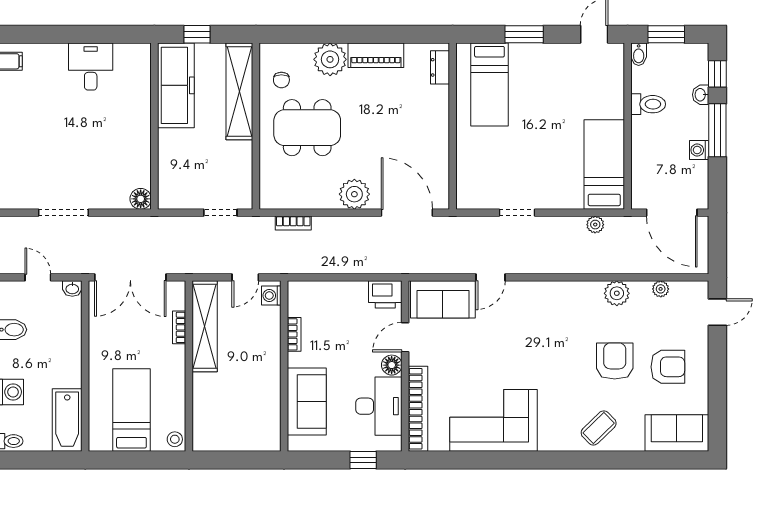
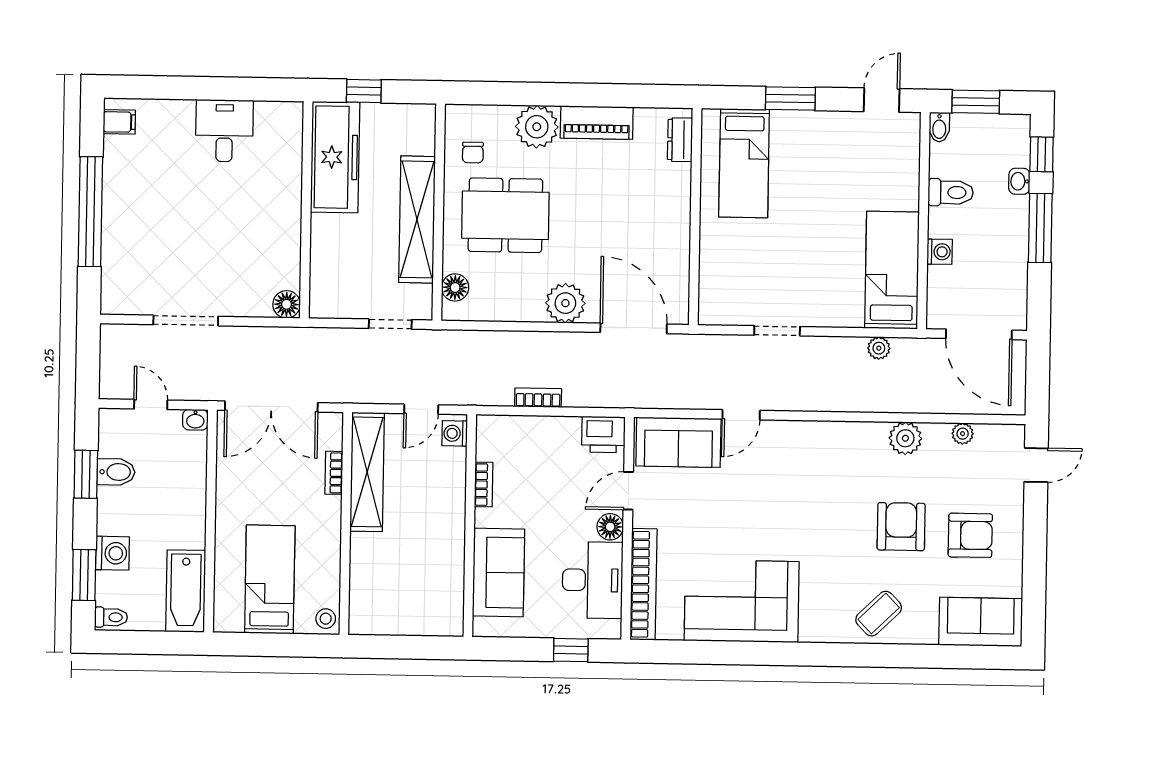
shelving: (239, 91) -> (417, 219), moved
washing machine: (699, 150) -> (940, 252), moved, turned 180
floor lamp: (270, 184) -> (455, 287), added
bookcase: (293, 223) -> (538, 398), moved, turned 180

